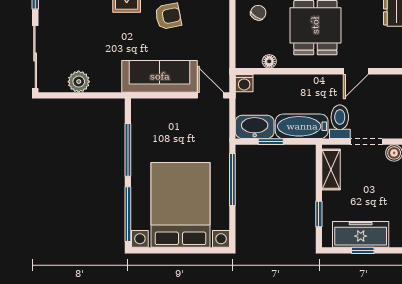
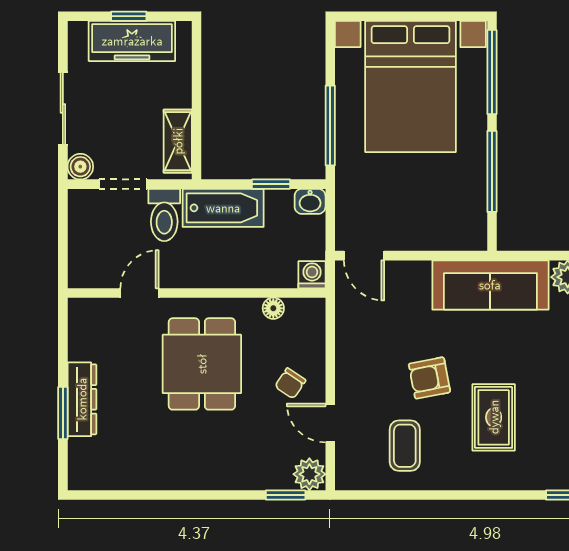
sofa: (160, 76) -> (490, 285), moved
washbasin: (255, 127) -> (310, 201), width x0.52, depth x0.69
window: (319, 214) -> (197, 72), removed

